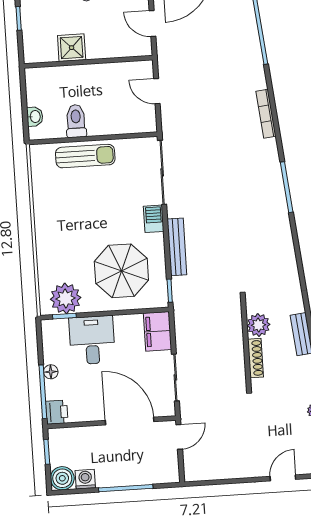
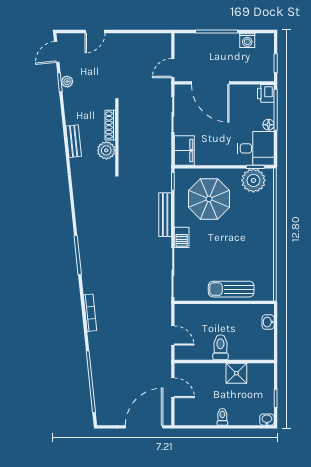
toilet: (76, 121) -> (220, 347), moved, turned 180
desk: (92, 340) -> (256, 148), moved, turned -90
boiler: (62, 478) -> (265, 42), removed

